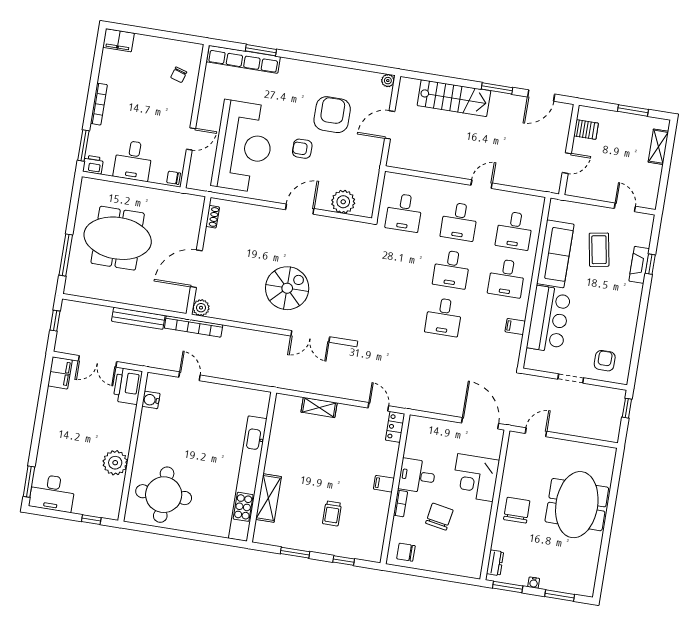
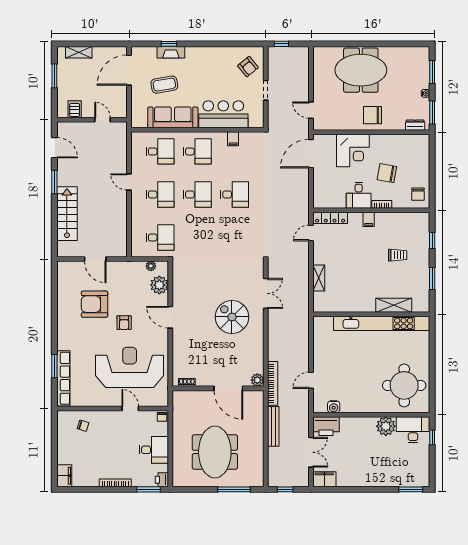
plant: (388, 81) -> (151, 266), moved
door: (625, 207) -> (129, 70), width x1.87
armchair: (605, 361) -> (248, 67), turned -129
locker: (395, 427) -> (330, 218), width x1.53
desk: (52, 493) -> (413, 430), moved, turned -90

